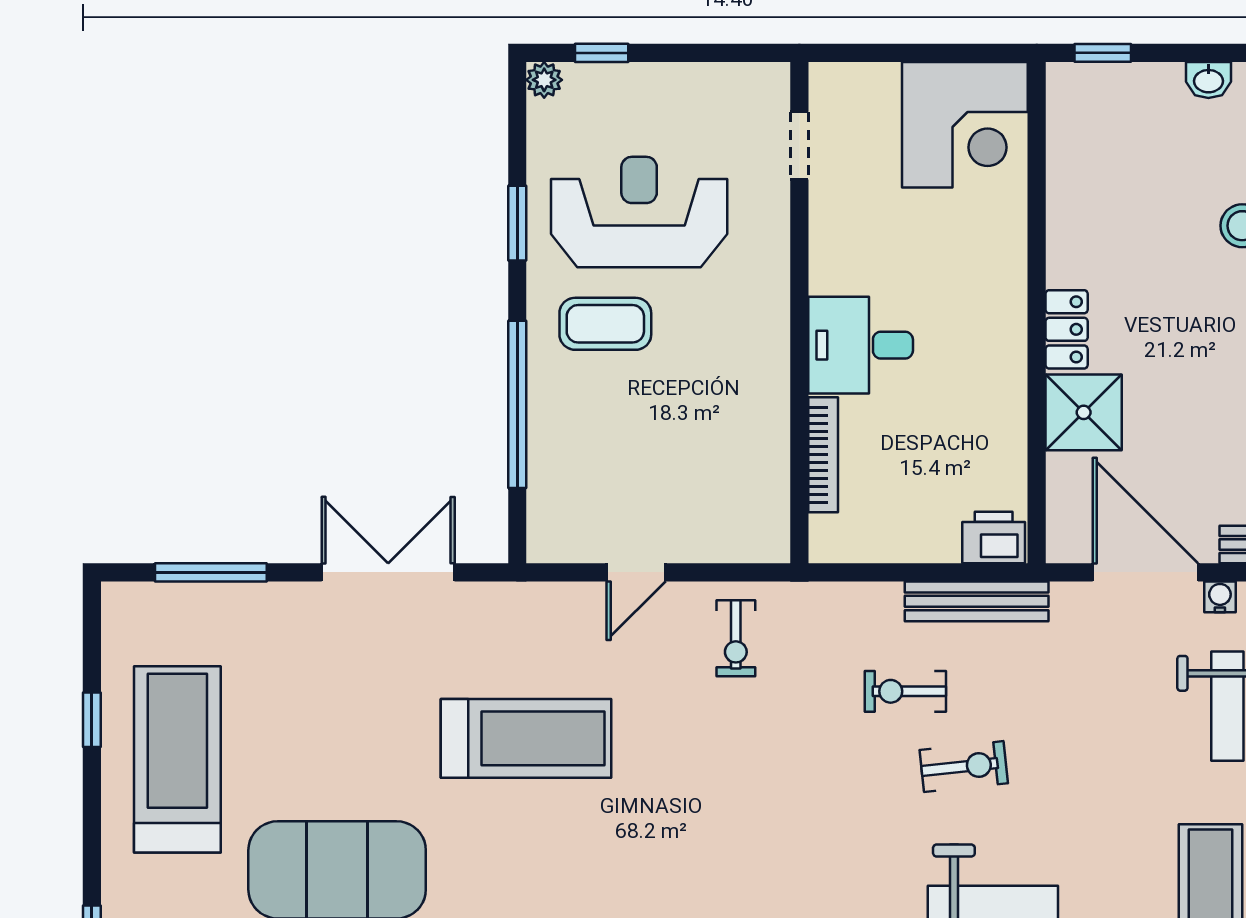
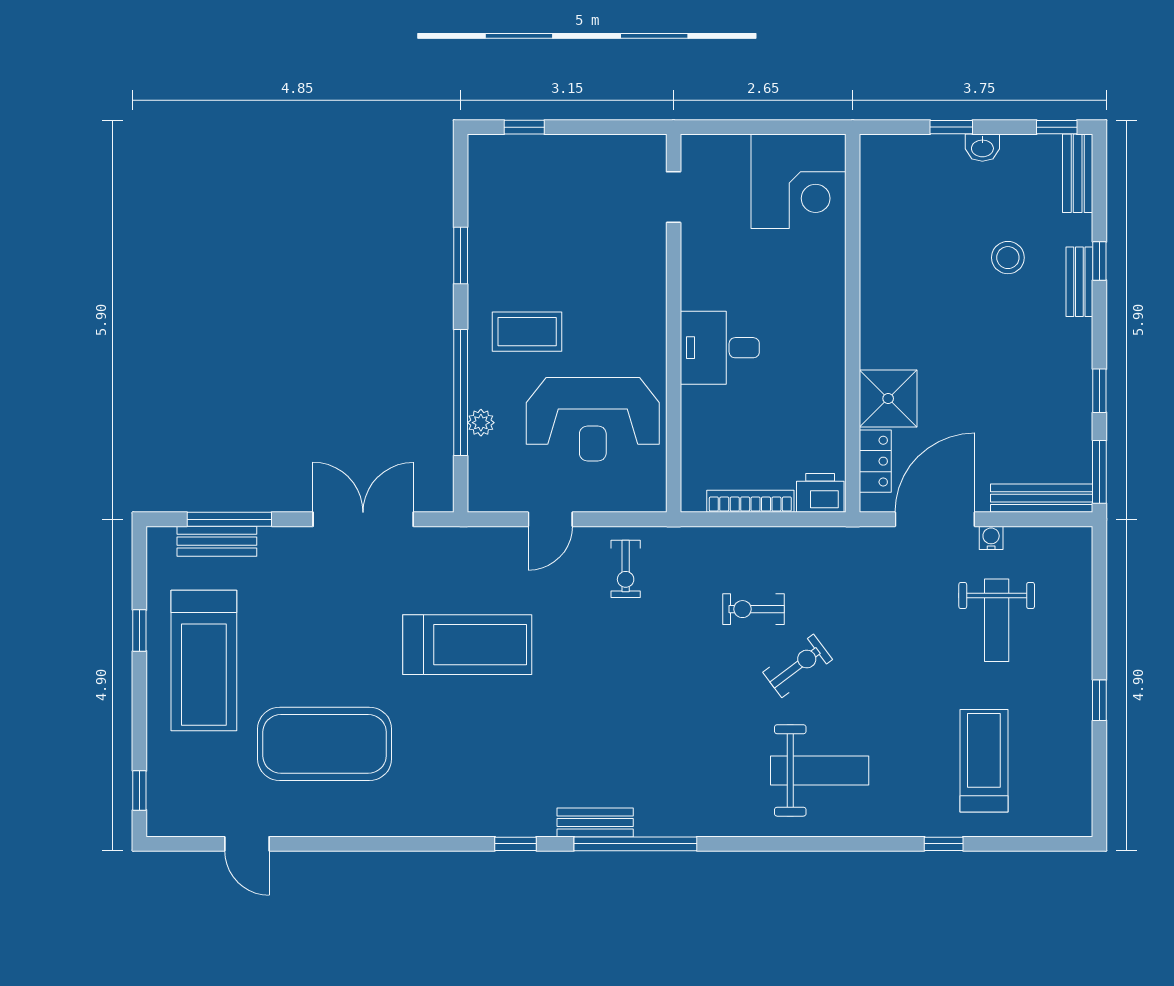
window: (1103, 53) -> (951, 127), moved
plant: (544, 80) -> (481, 423), moved
reception desk: (639, 212) -> (593, 419), moved, turned 180
locker: (1067, 329) -> (875, 461), moved
bookcase: (823, 455) -> (750, 501), moved, turned -90
door: (1145, 572) -> (935, 519), hinge flipped
bench: (977, 601) -> (217, 541), moved, width x0.73
treadmill: (177, 759) -> (204, 661), turned 180
exercise bike: (964, 767) -> (798, 666), turned -31

